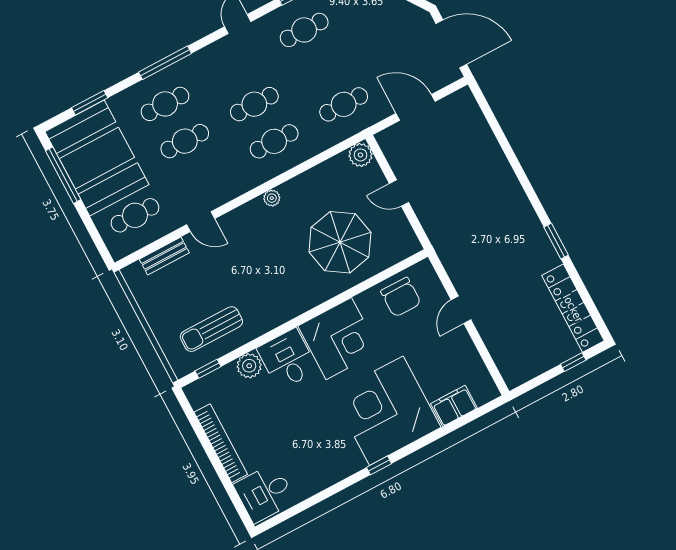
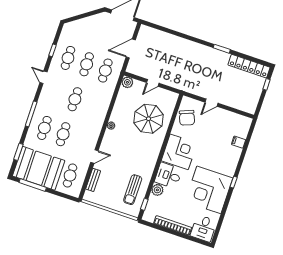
cafe table: (274, 141) -> (87, 64), moved
chair: (401, 297) -> (187, 118), turned 68
door: (461, 310) -> (211, 103), hinge flipped
filing cabinet: (454, 406) -> (239, 142), width x0.50
corner desk: (386, 411) -> (209, 190), moved

